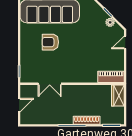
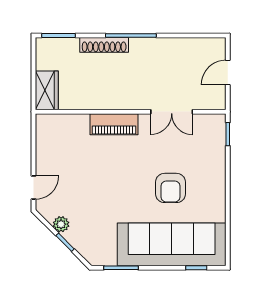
armchair: (50, 42) -> (171, 188), turned 90
piano: (111, 77) -> (114, 124), moved
double door: (50, 84) -> (172, 112), swing flipped

